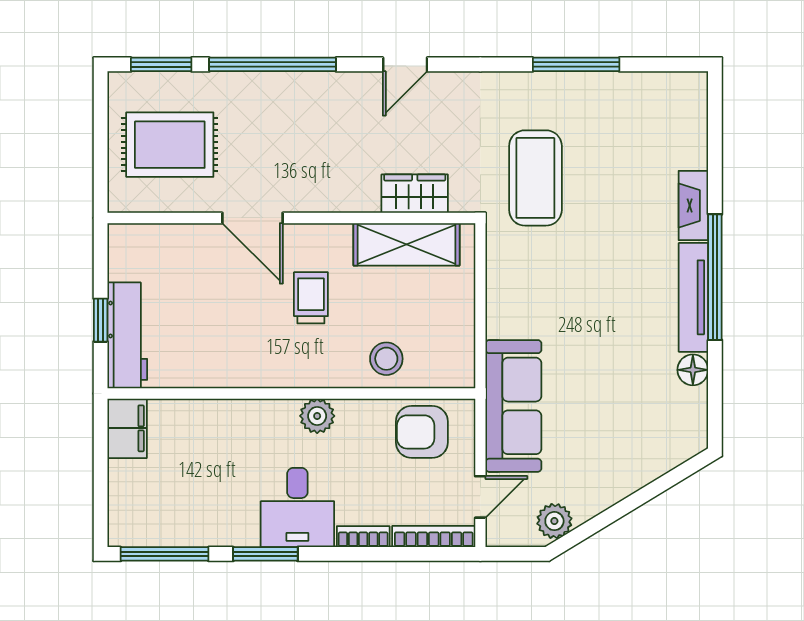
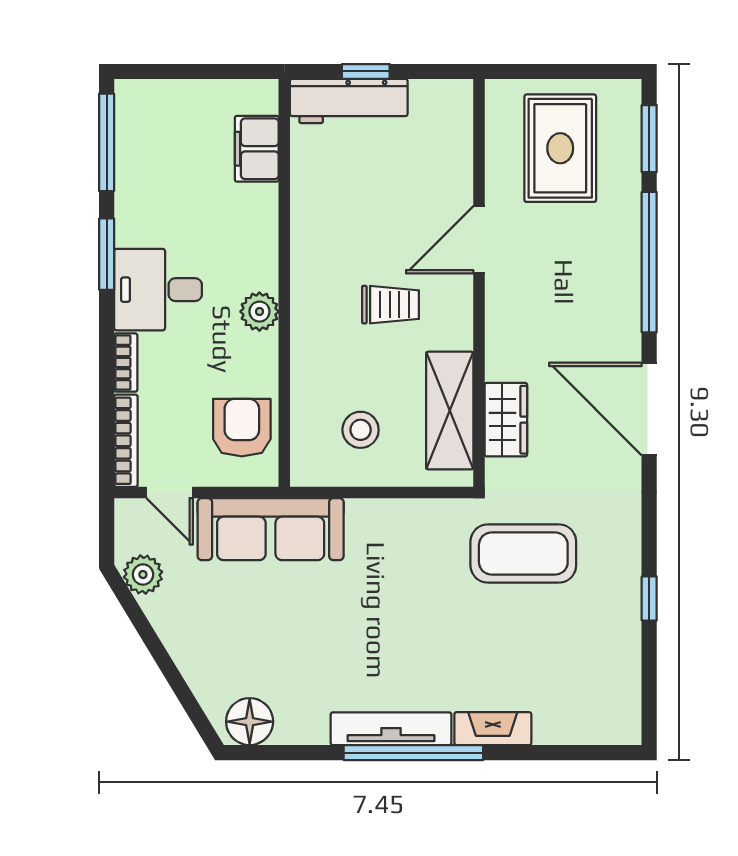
door: (405, 64) -> (649, 409), width x1.88
window: (576, 64) -> (649, 599), width x0.46
stool: (386, 359) -> (361, 430), moved
floor lamp: (693, 370) -> (250, 722), moved, width x1.38, depth x1.38
filing cabinet: (127, 428) -> (257, 149), moved, turned 90

